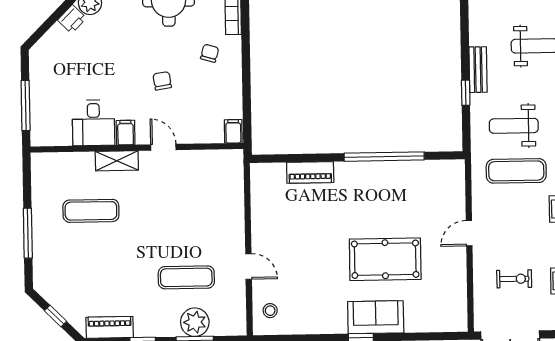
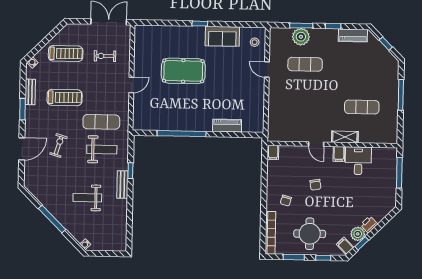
sofa: (376, 317) -> (222, 36), moved

